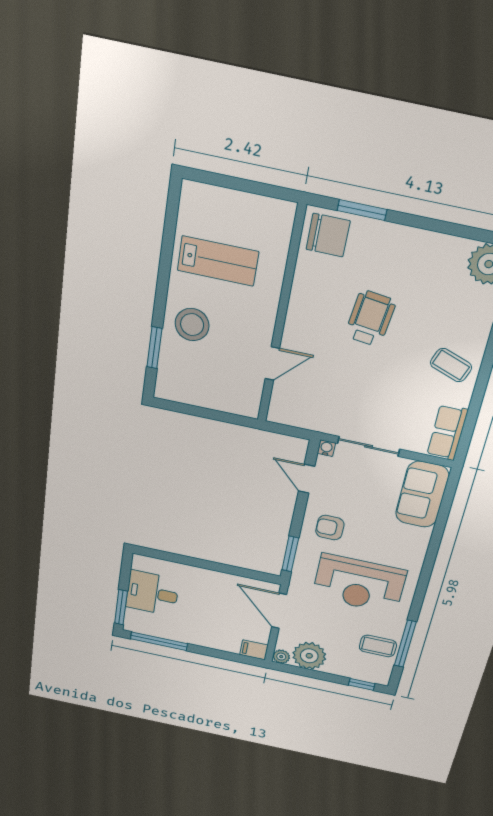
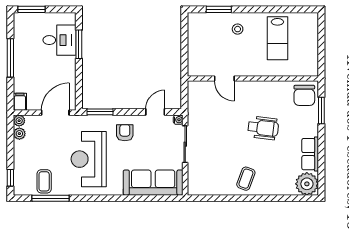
stool: (192, 325) -> (238, 29), width x0.53, depth x0.53
row of seats: (447, 433) -> (310, 154), moved, turned -90
sofa: (422, 494) -> (153, 183), width x1.36
window: (182, 559) -> (79, 44), added
desk: (152, 593) -> (59, 40), moved, turned 90
window: (159, 641) -> (10, 58), moved
plant: (309, 656) -> (19, 134), width x0.53, depth x0.53

